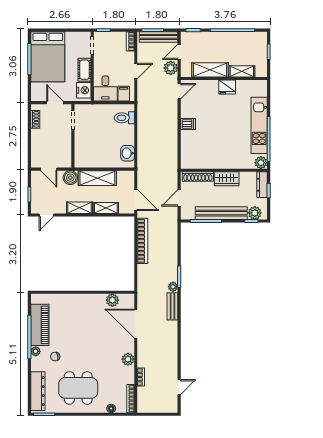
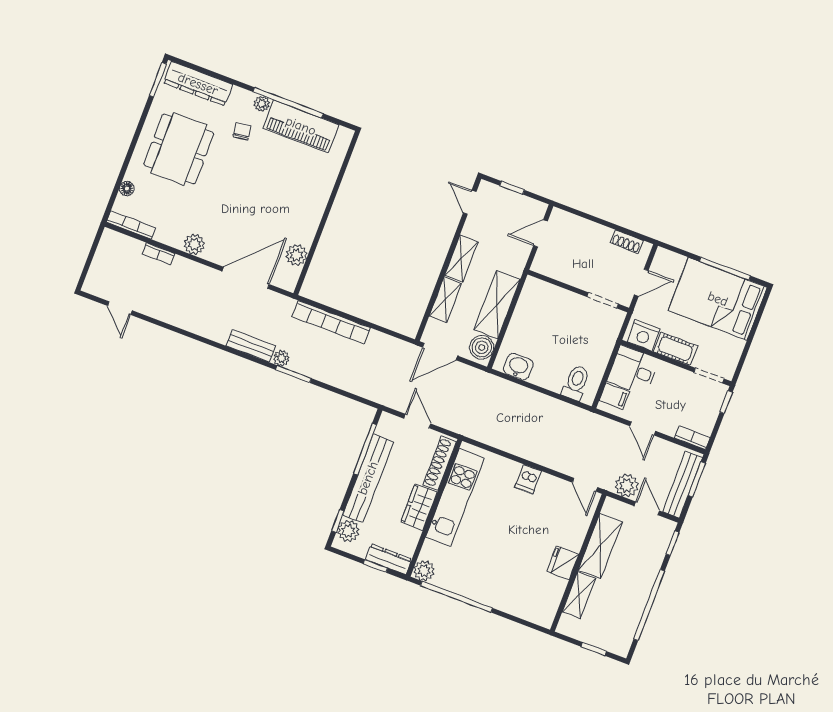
kitchen unit: (259, 125) -> (455, 497), moved, turned 90
boiler: (70, 178) -> (482, 347), moved
bookcase: (142, 241) -> (331, 322), moved

